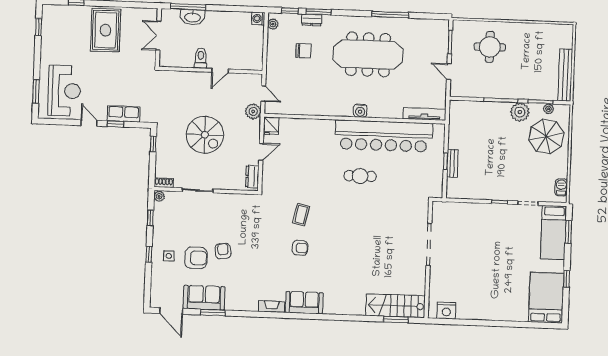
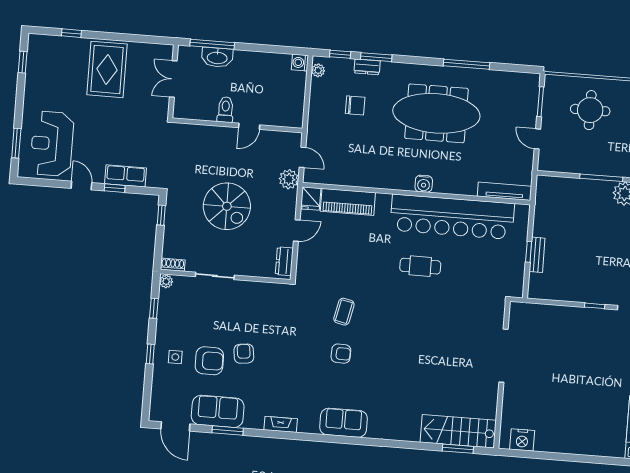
reception desk: (64, 91) -> (52, 144), turned 180
piano: (301, 127) -> (348, 202), added
fireplace: (272, 307) -> (281, 424), moved

